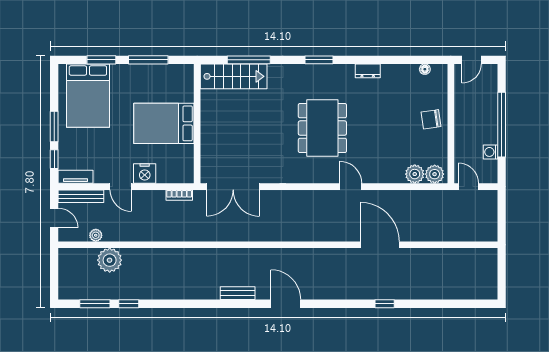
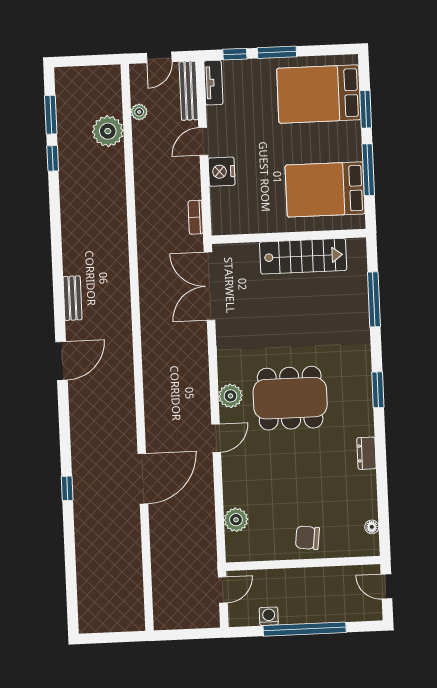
stairs: (234, 76) -> (303, 256), moved, turned -90
chair: (431, 119) -> (307, 538), turned -75
bed: (164, 123) -> (325, 189), moved, turned -90
plant: (435, 174) -> (231, 396), moved

